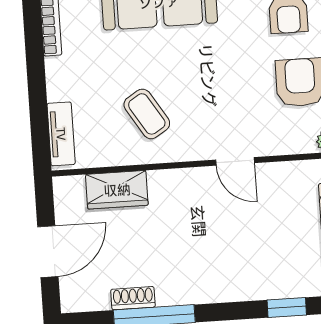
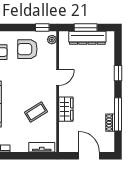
wardrobe: (117, 190) -> (66, 109), moved
window: (287, 307) -> (118, 73), moved

